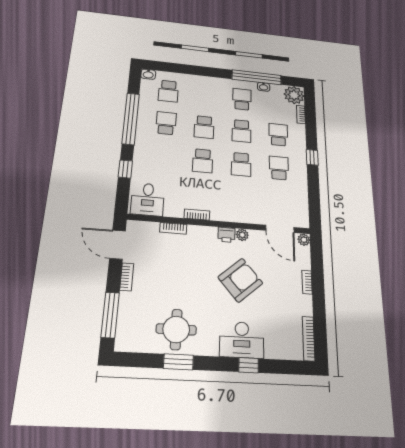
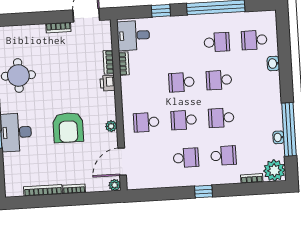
washbasin: (148, 74) -> (273, 63), moved
school desk: (242, 99) -> (146, 122), moved, turned 180
bookcase: (197, 215) -> (124, 64), moved
printer: (226, 235) -> (108, 83), moved
armchair: (240, 280) -> (68, 127), turned 41
window: (110, 315) -> (24, 19), removed
bookcase: (309, 339) -> (43, 190), moved

